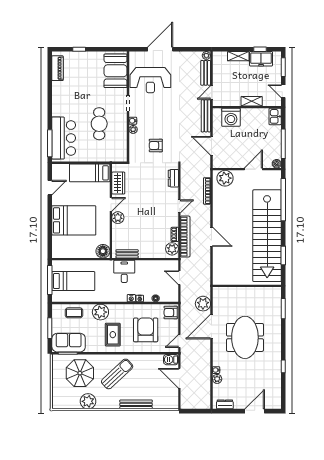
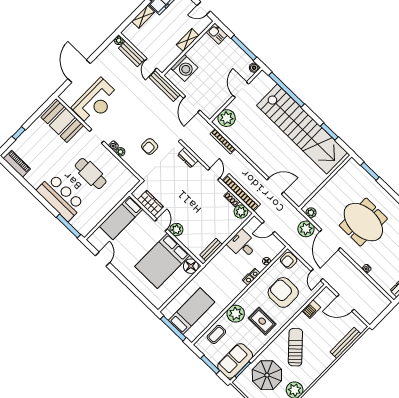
bar counter: (64, 138) -> (61, 197), moved
door: (211, 146) -> (192, 104), hinge flipped
bed: (74, 220) -> (162, 261), moved, turned 180
door: (211, 237) -> (275, 186), moved
desk: (124, 271) -> (242, 245), moved
barbecue: (171, 360) -> (311, 309), moved
plant: (217, 379) -> (311, 213), moved
bench: (136, 404) -> (346, 343), moved

